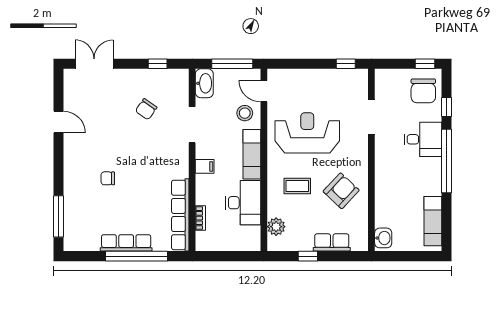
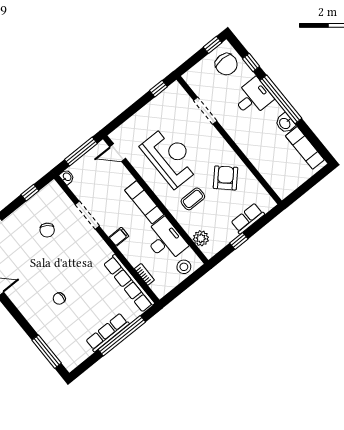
washbasin: (204, 83) -> (67, 177), width x0.52, depth x0.69
stool: (245, 113) -> (184, 267), moved
reception desk: (307, 133) -> (170, 157), turned 90
washbasin: (383, 238) -> (285, 123), moved, turned 180

